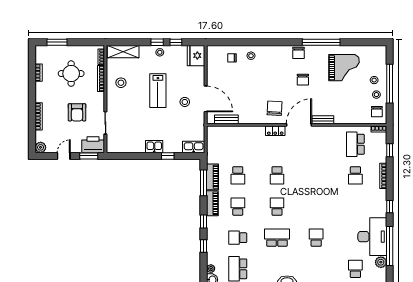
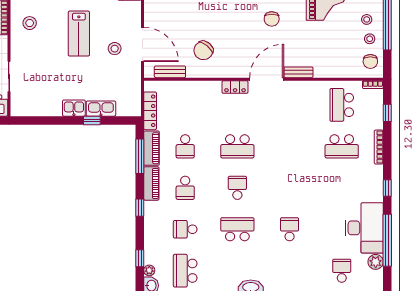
chair: (275, 108) -> (203, 50), moved, turned -143
kitchen sink: (194, 147) -> (101, 109), moved
locker: (211, 149) -> (150, 111), added
school desk: (277, 175) -> (237, 146), width x1.85
school desk: (355, 175) -> (342, 146), width x1.85
school desk: (238, 207) -> (185, 188), turned 180
window: (204, 246) -> (140, 258), moved

